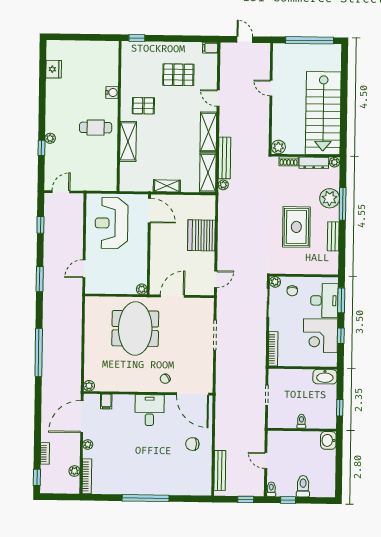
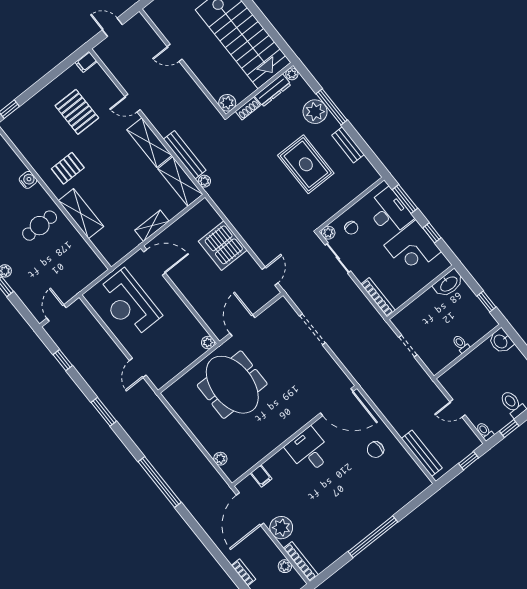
pallet: (178, 75) -> (77, 112), turned 90
chair: (165, 379) -> (299, 409), removed
plant: (89, 386) -> (220, 459), moved
plant: (88, 445) -> (281, 528), width x1.88, depth x1.88

